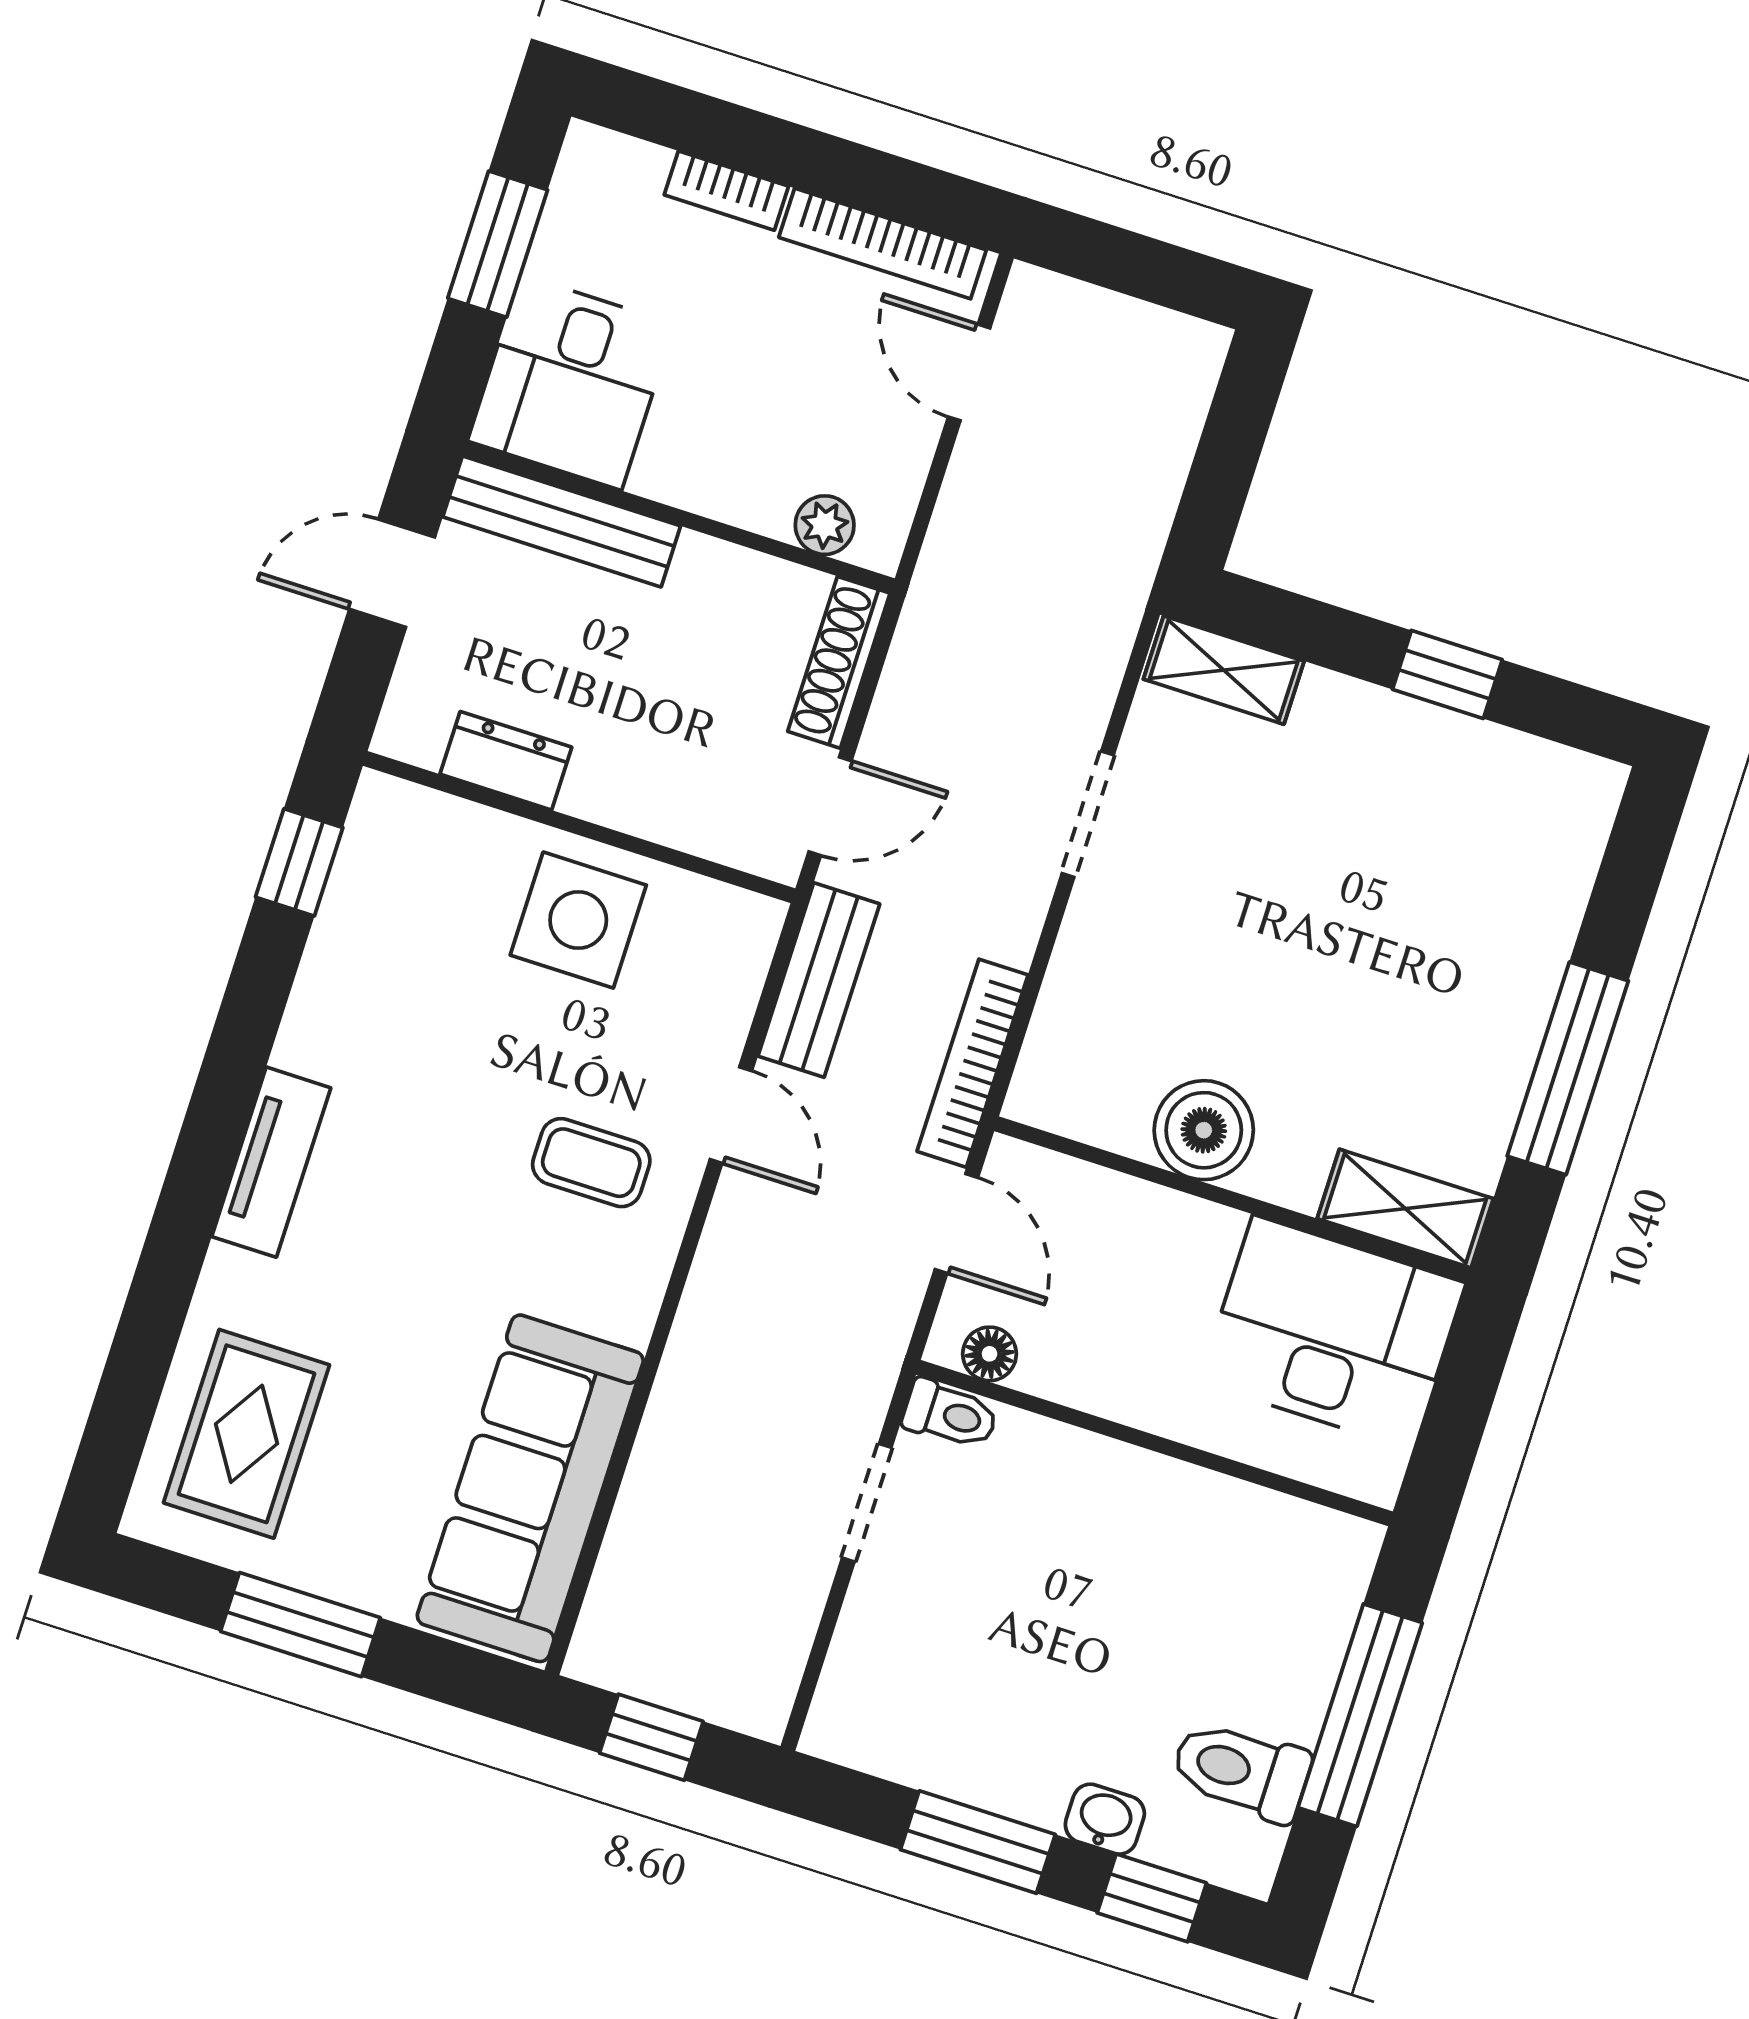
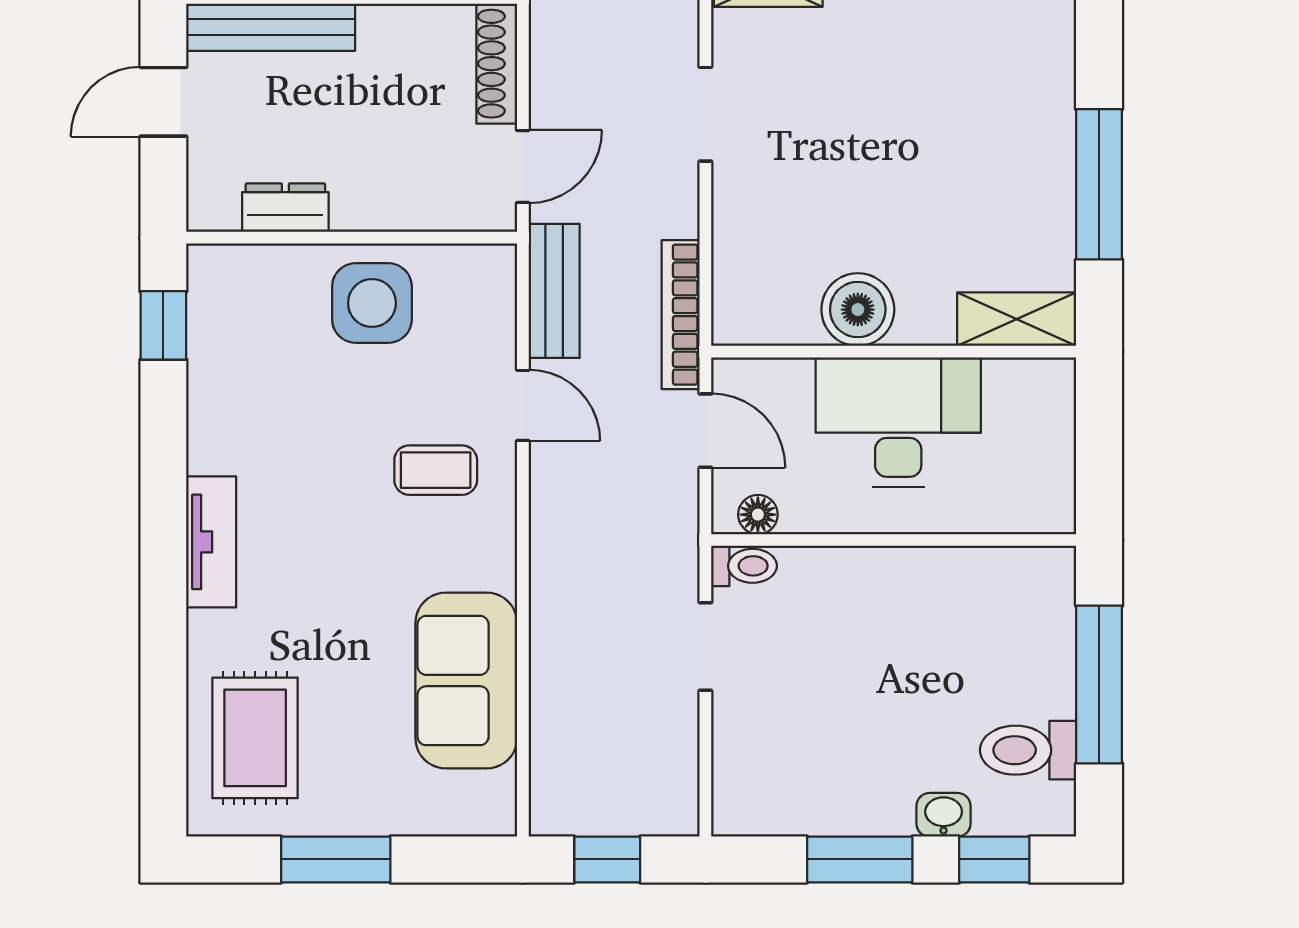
desk: (1333, 1332) -> (898, 422), moved
sofa: (530, 1488) -> (466, 681), width x0.73

